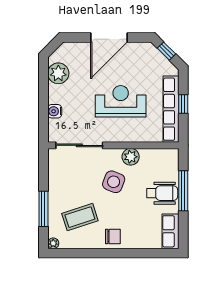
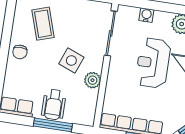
reception desk: (121, 101) -> (153, 63), moved, turned 180

